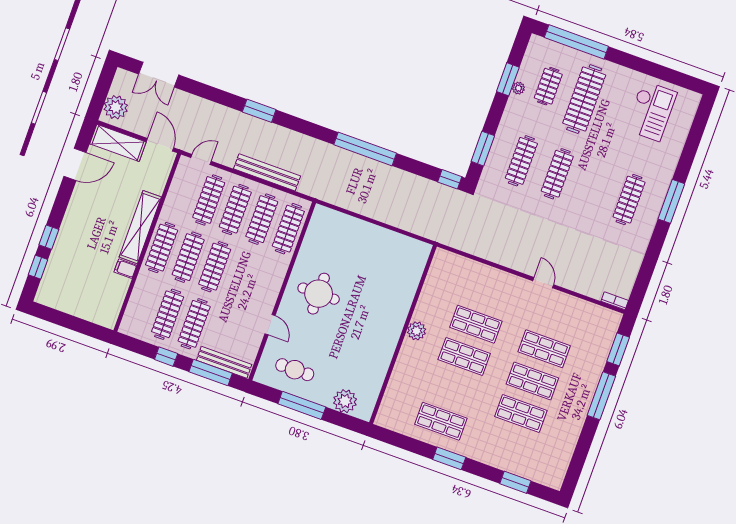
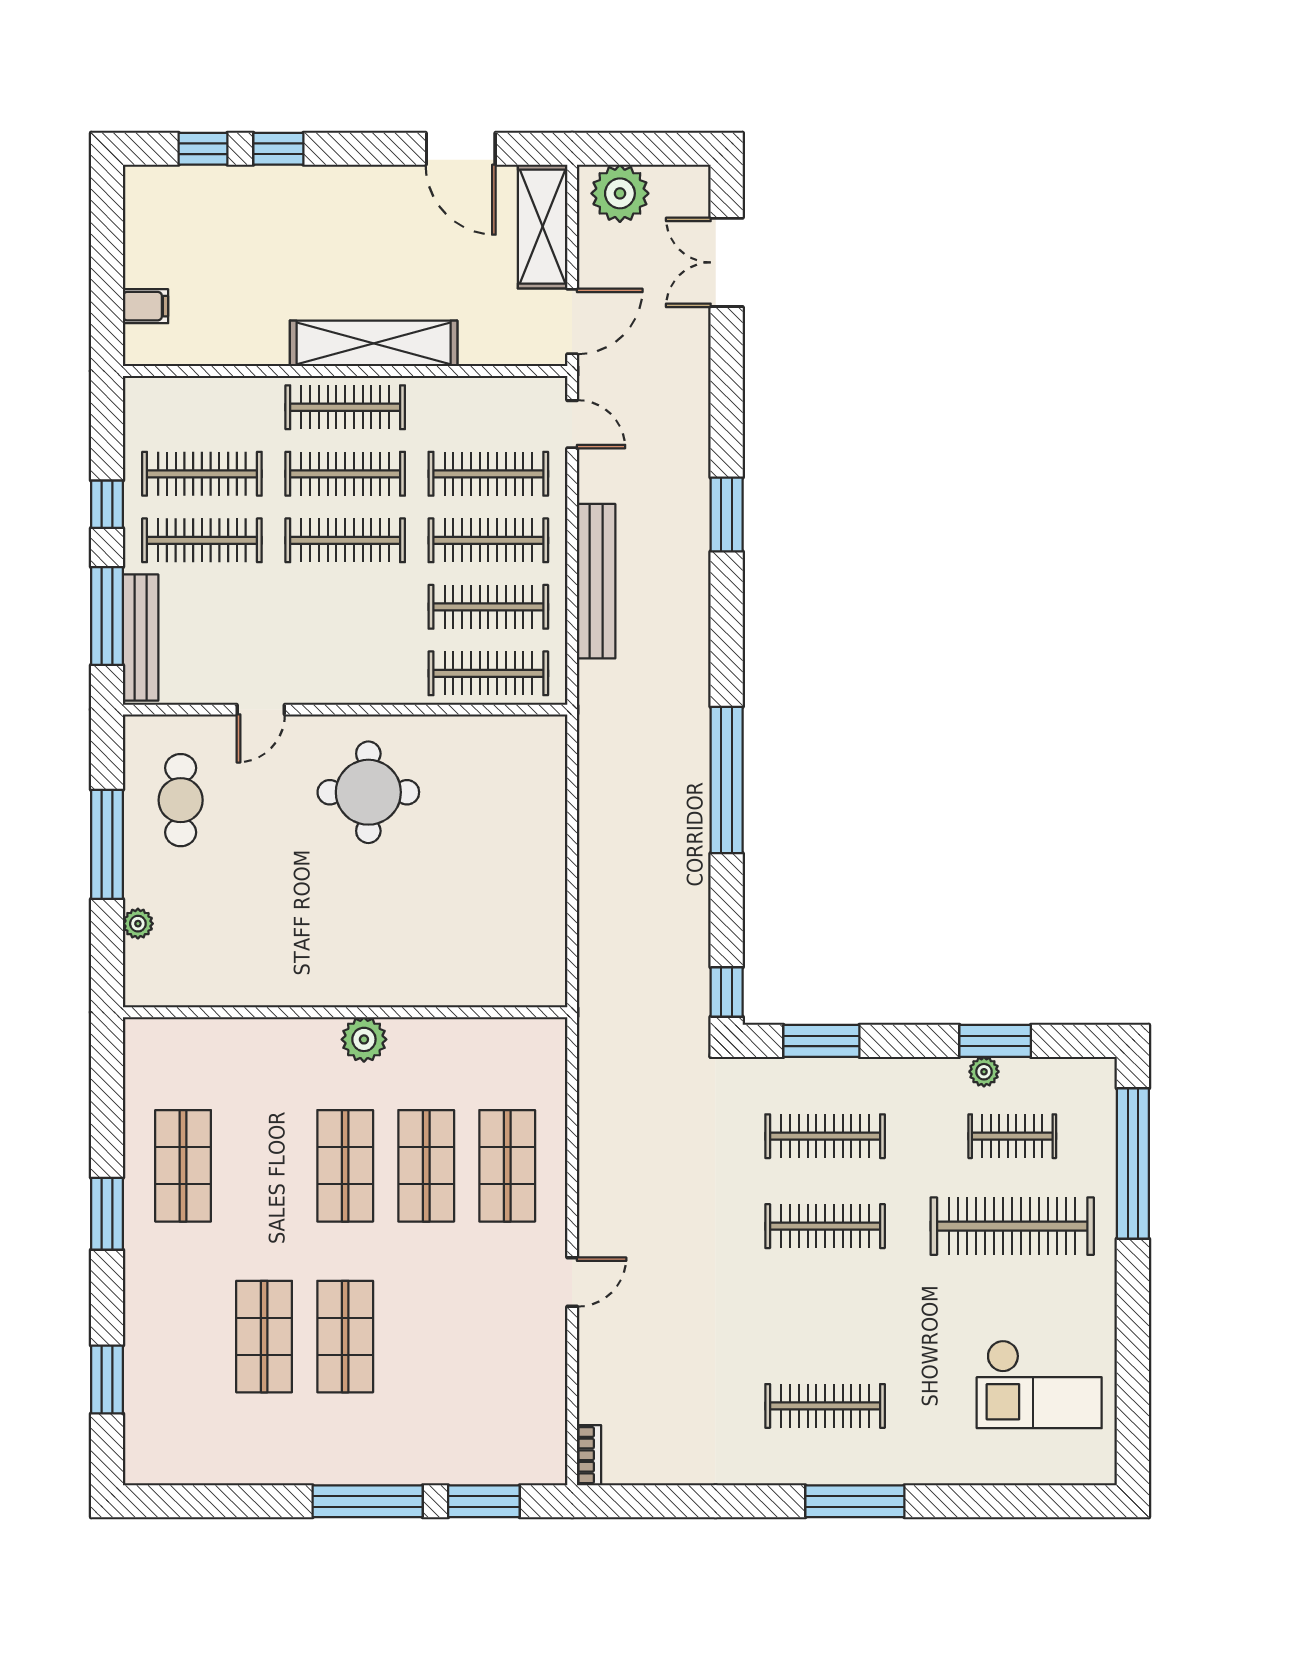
filing cabinet: (125, 269) -> (146, 306), moved, turned 90
shop shelf: (544, 349) -> (507, 1166), moved
plant: (345, 401) -> (138, 924), width x0.53, depth x0.53

